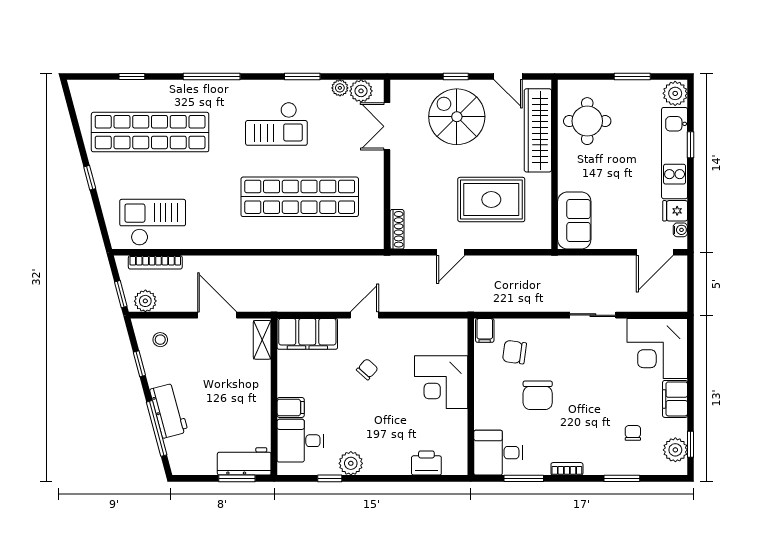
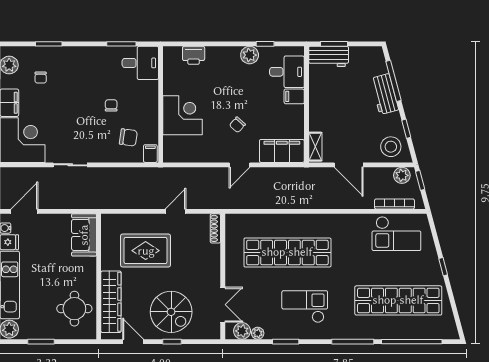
window: (132, 77) -> (412, 342), width x3.17
stool: (160, 340) -> (391, 147), width x1.89, depth x1.89
chair: (538, 395) -> (111, 105), width x0.54, depth x0.54
bookcase: (567, 469) -> (89, 51), removed

